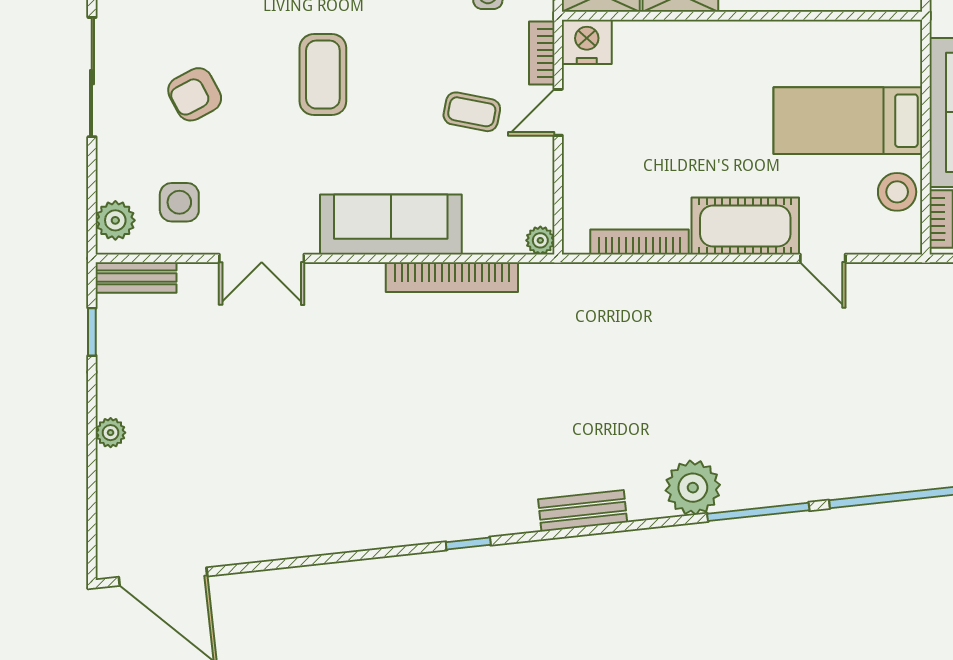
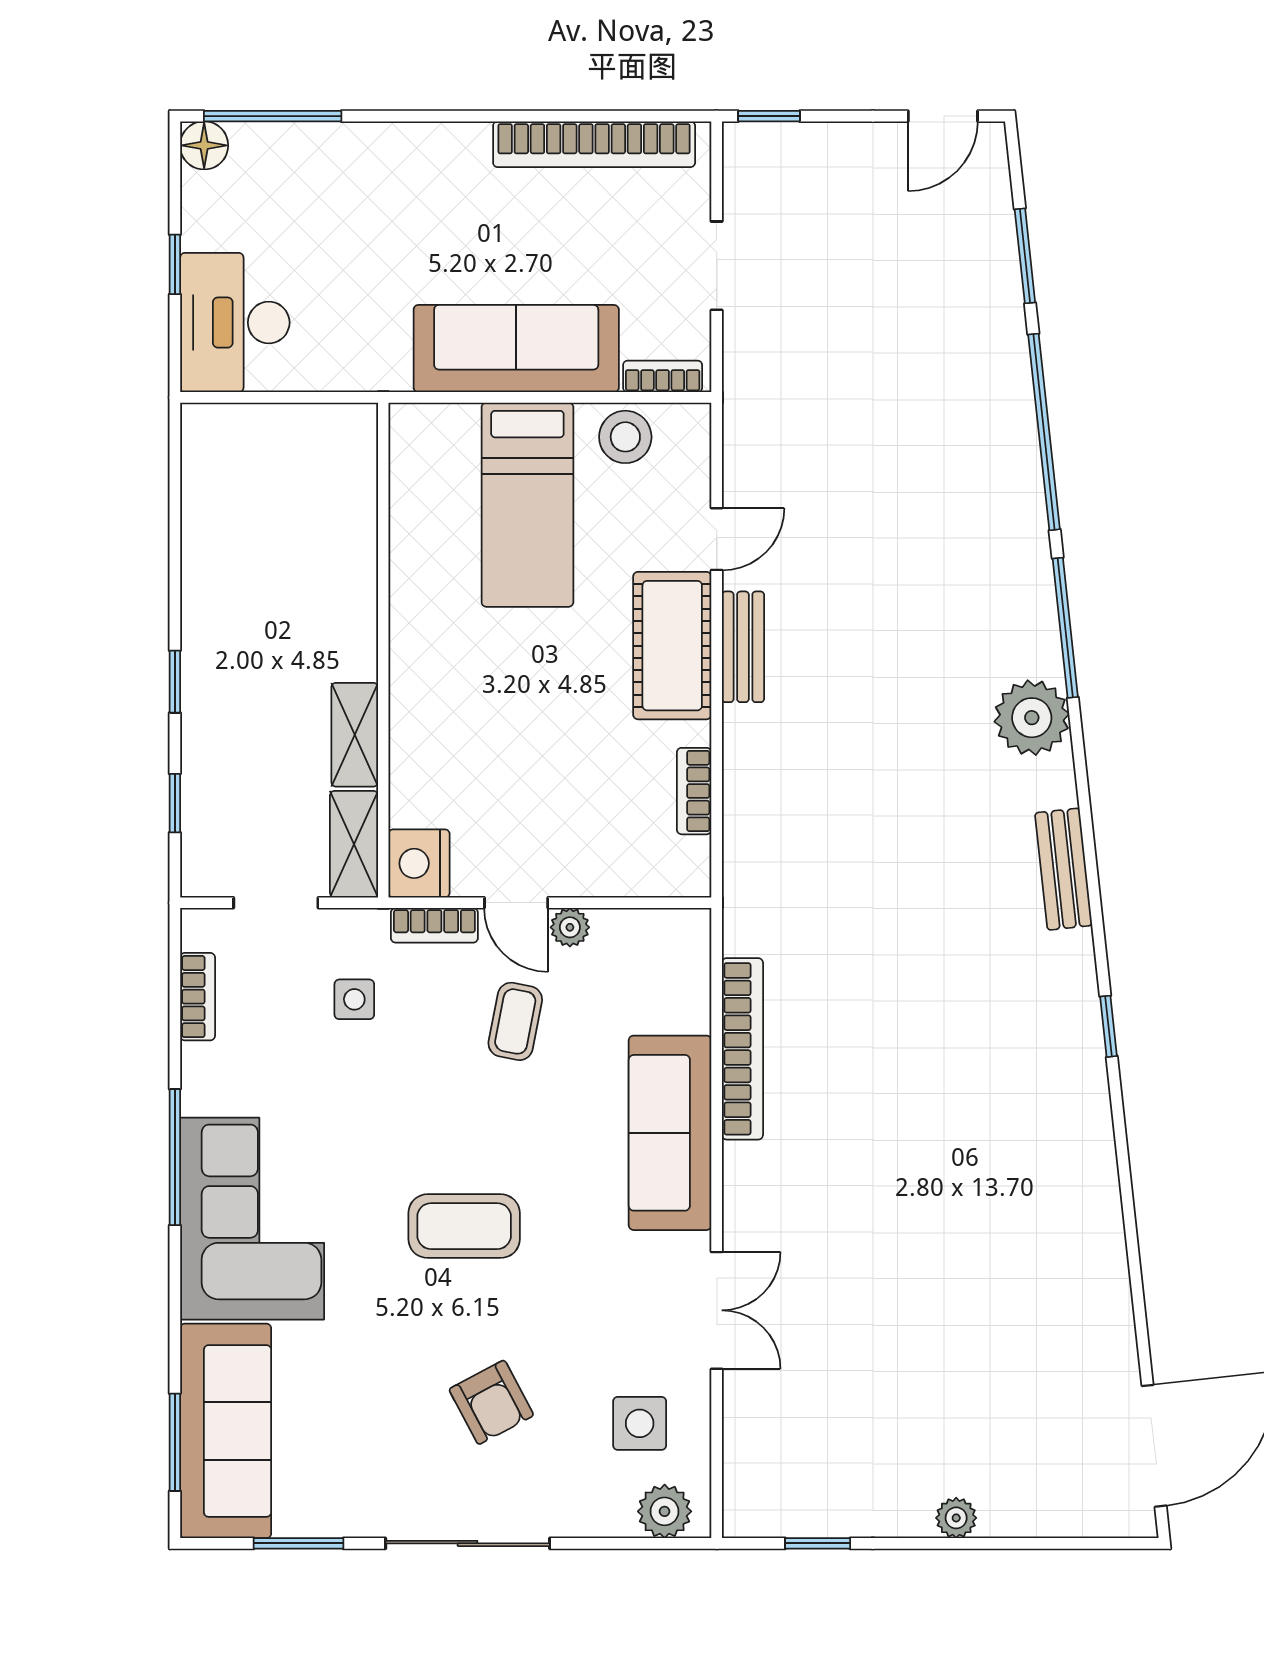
plant: (540, 240) -> (570, 927), moved
bookcase: (639, 242) -> (694, 791), width x0.64
bench: (136, 277) -> (743, 647), moved

